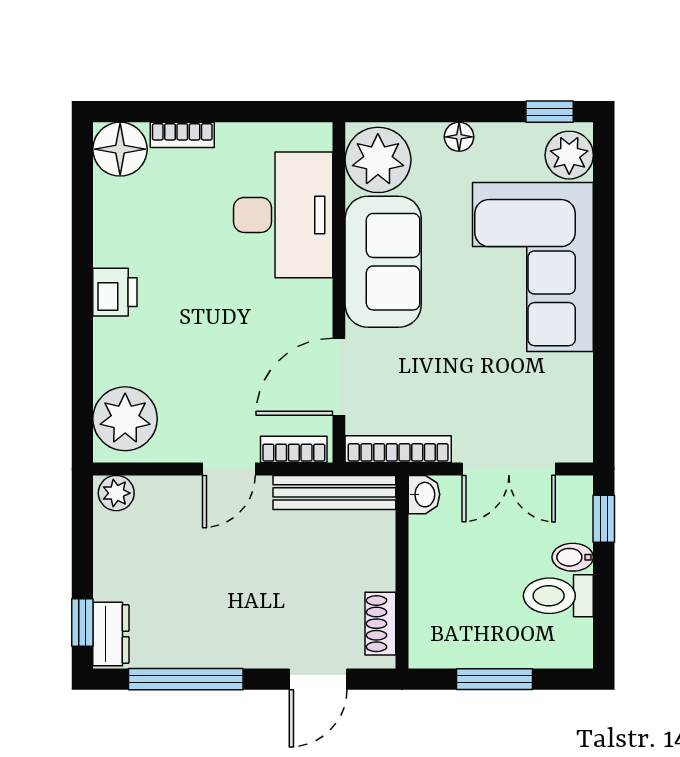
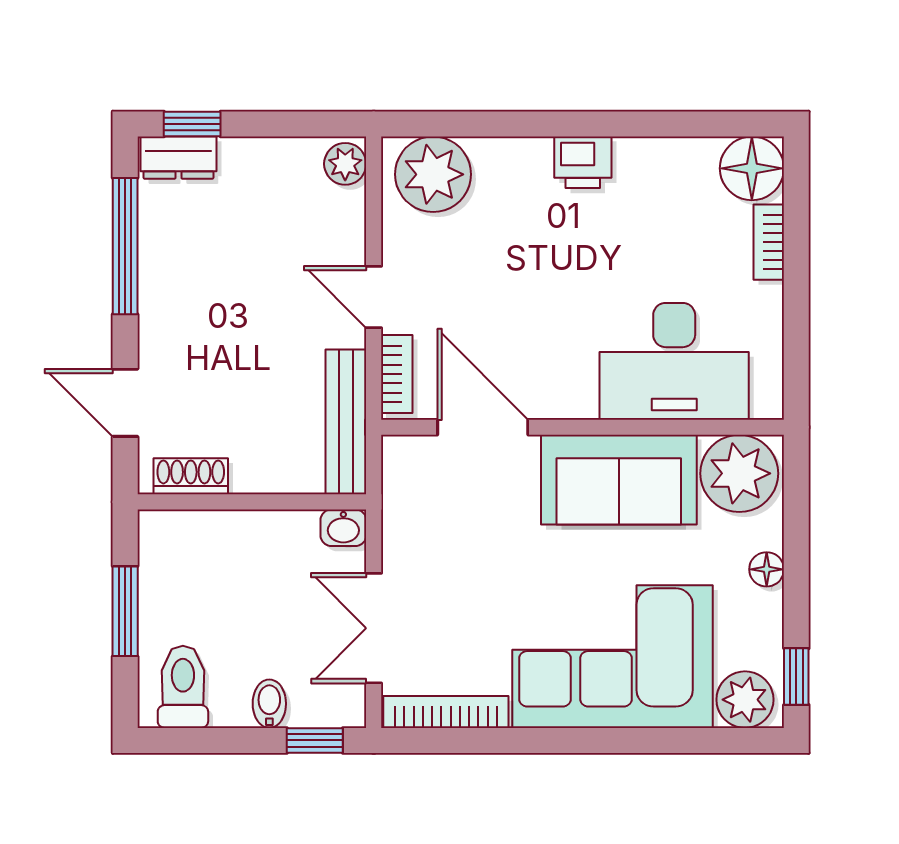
bookcase: (398, 449) -> (446, 712), moved, turned -90
toilet: (558, 596) -> (183, 687), moved

